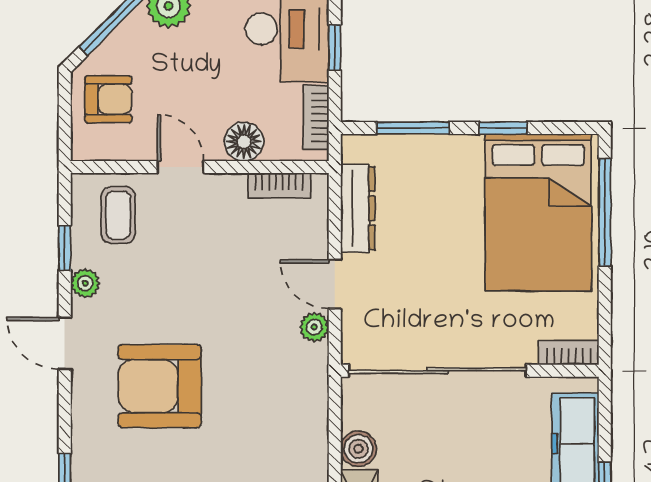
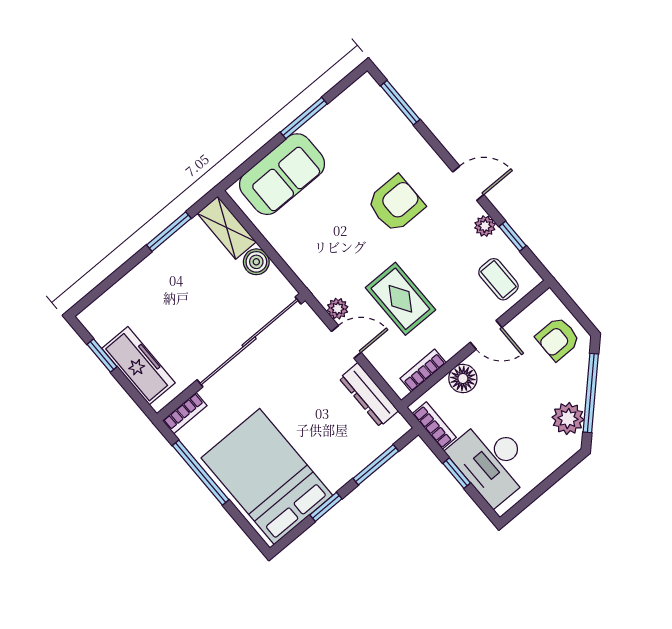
window: (605, 212) -> (201, 473), moved
rug: (239, 282) -> (400, 299), added
armchair: (160, 386) -> (396, 204), width x0.73, depth x0.73

